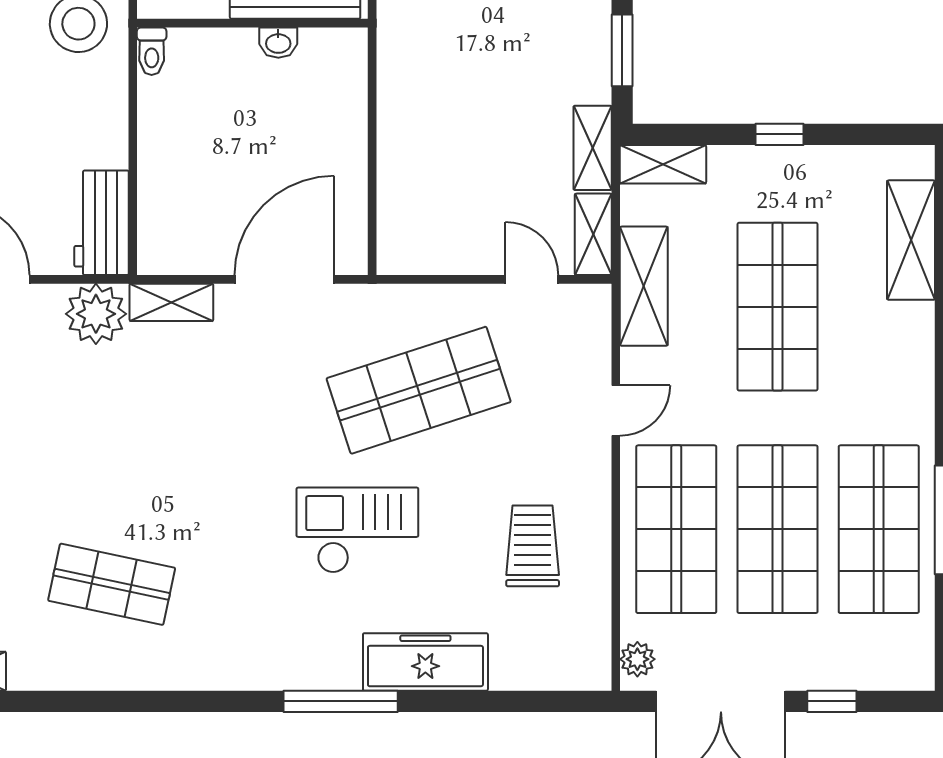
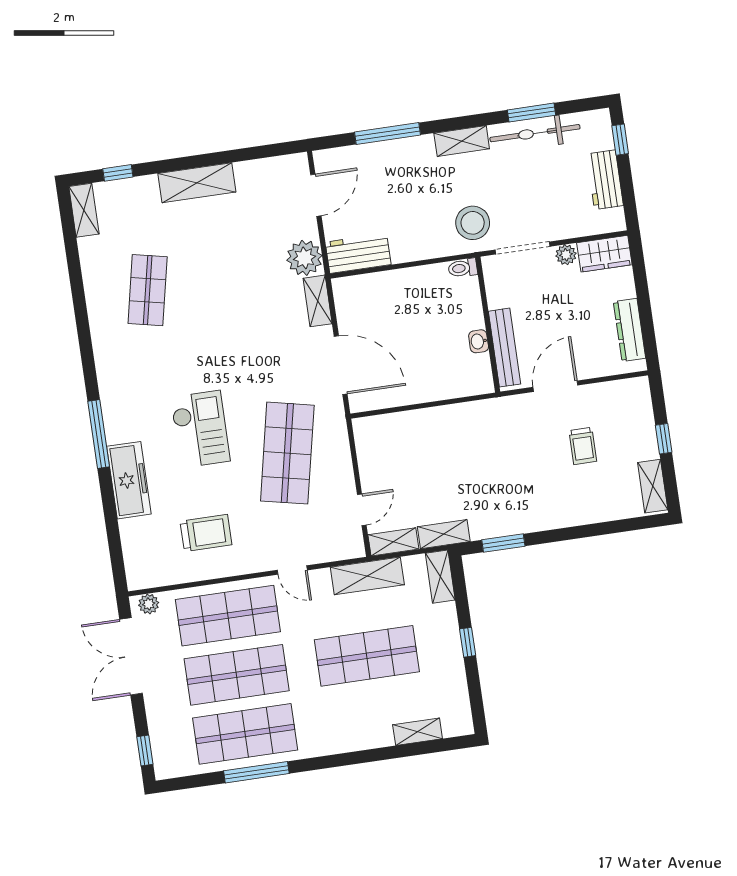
shelving: (911, 240) -> (418, 732), width x0.67, depth x0.75
shop shelf: (419, 390) -> (287, 453), turned 30
window: (832, 701) -> (145, 750), moved

